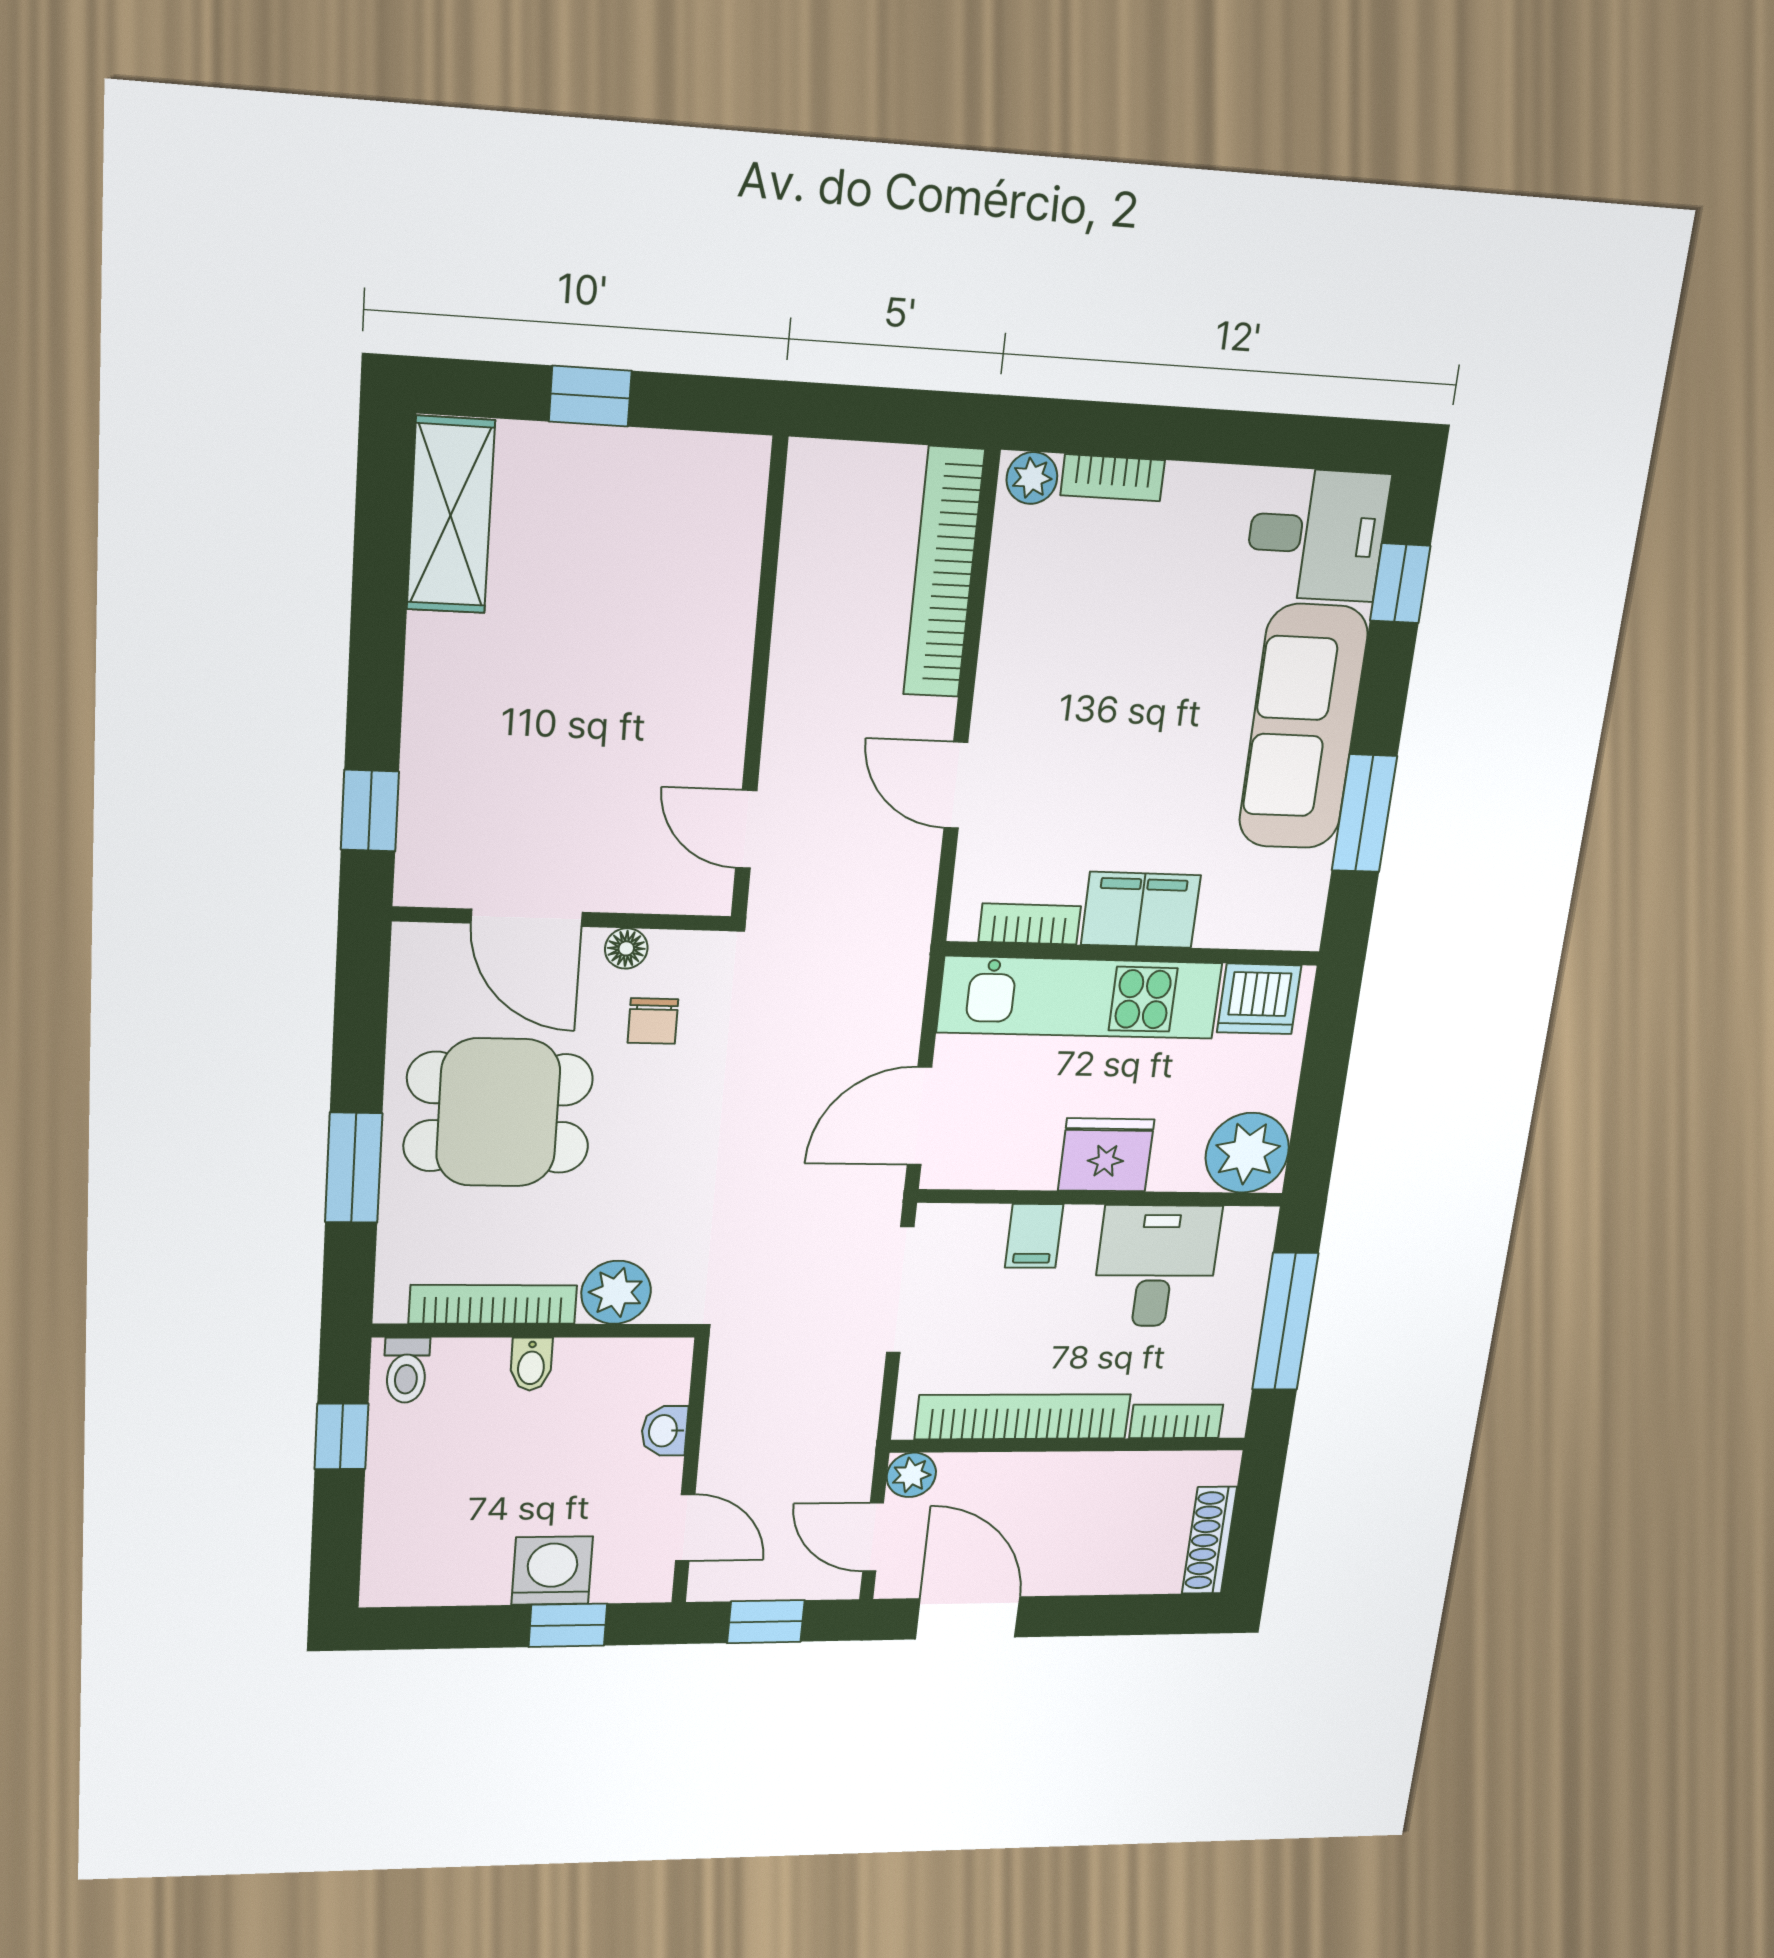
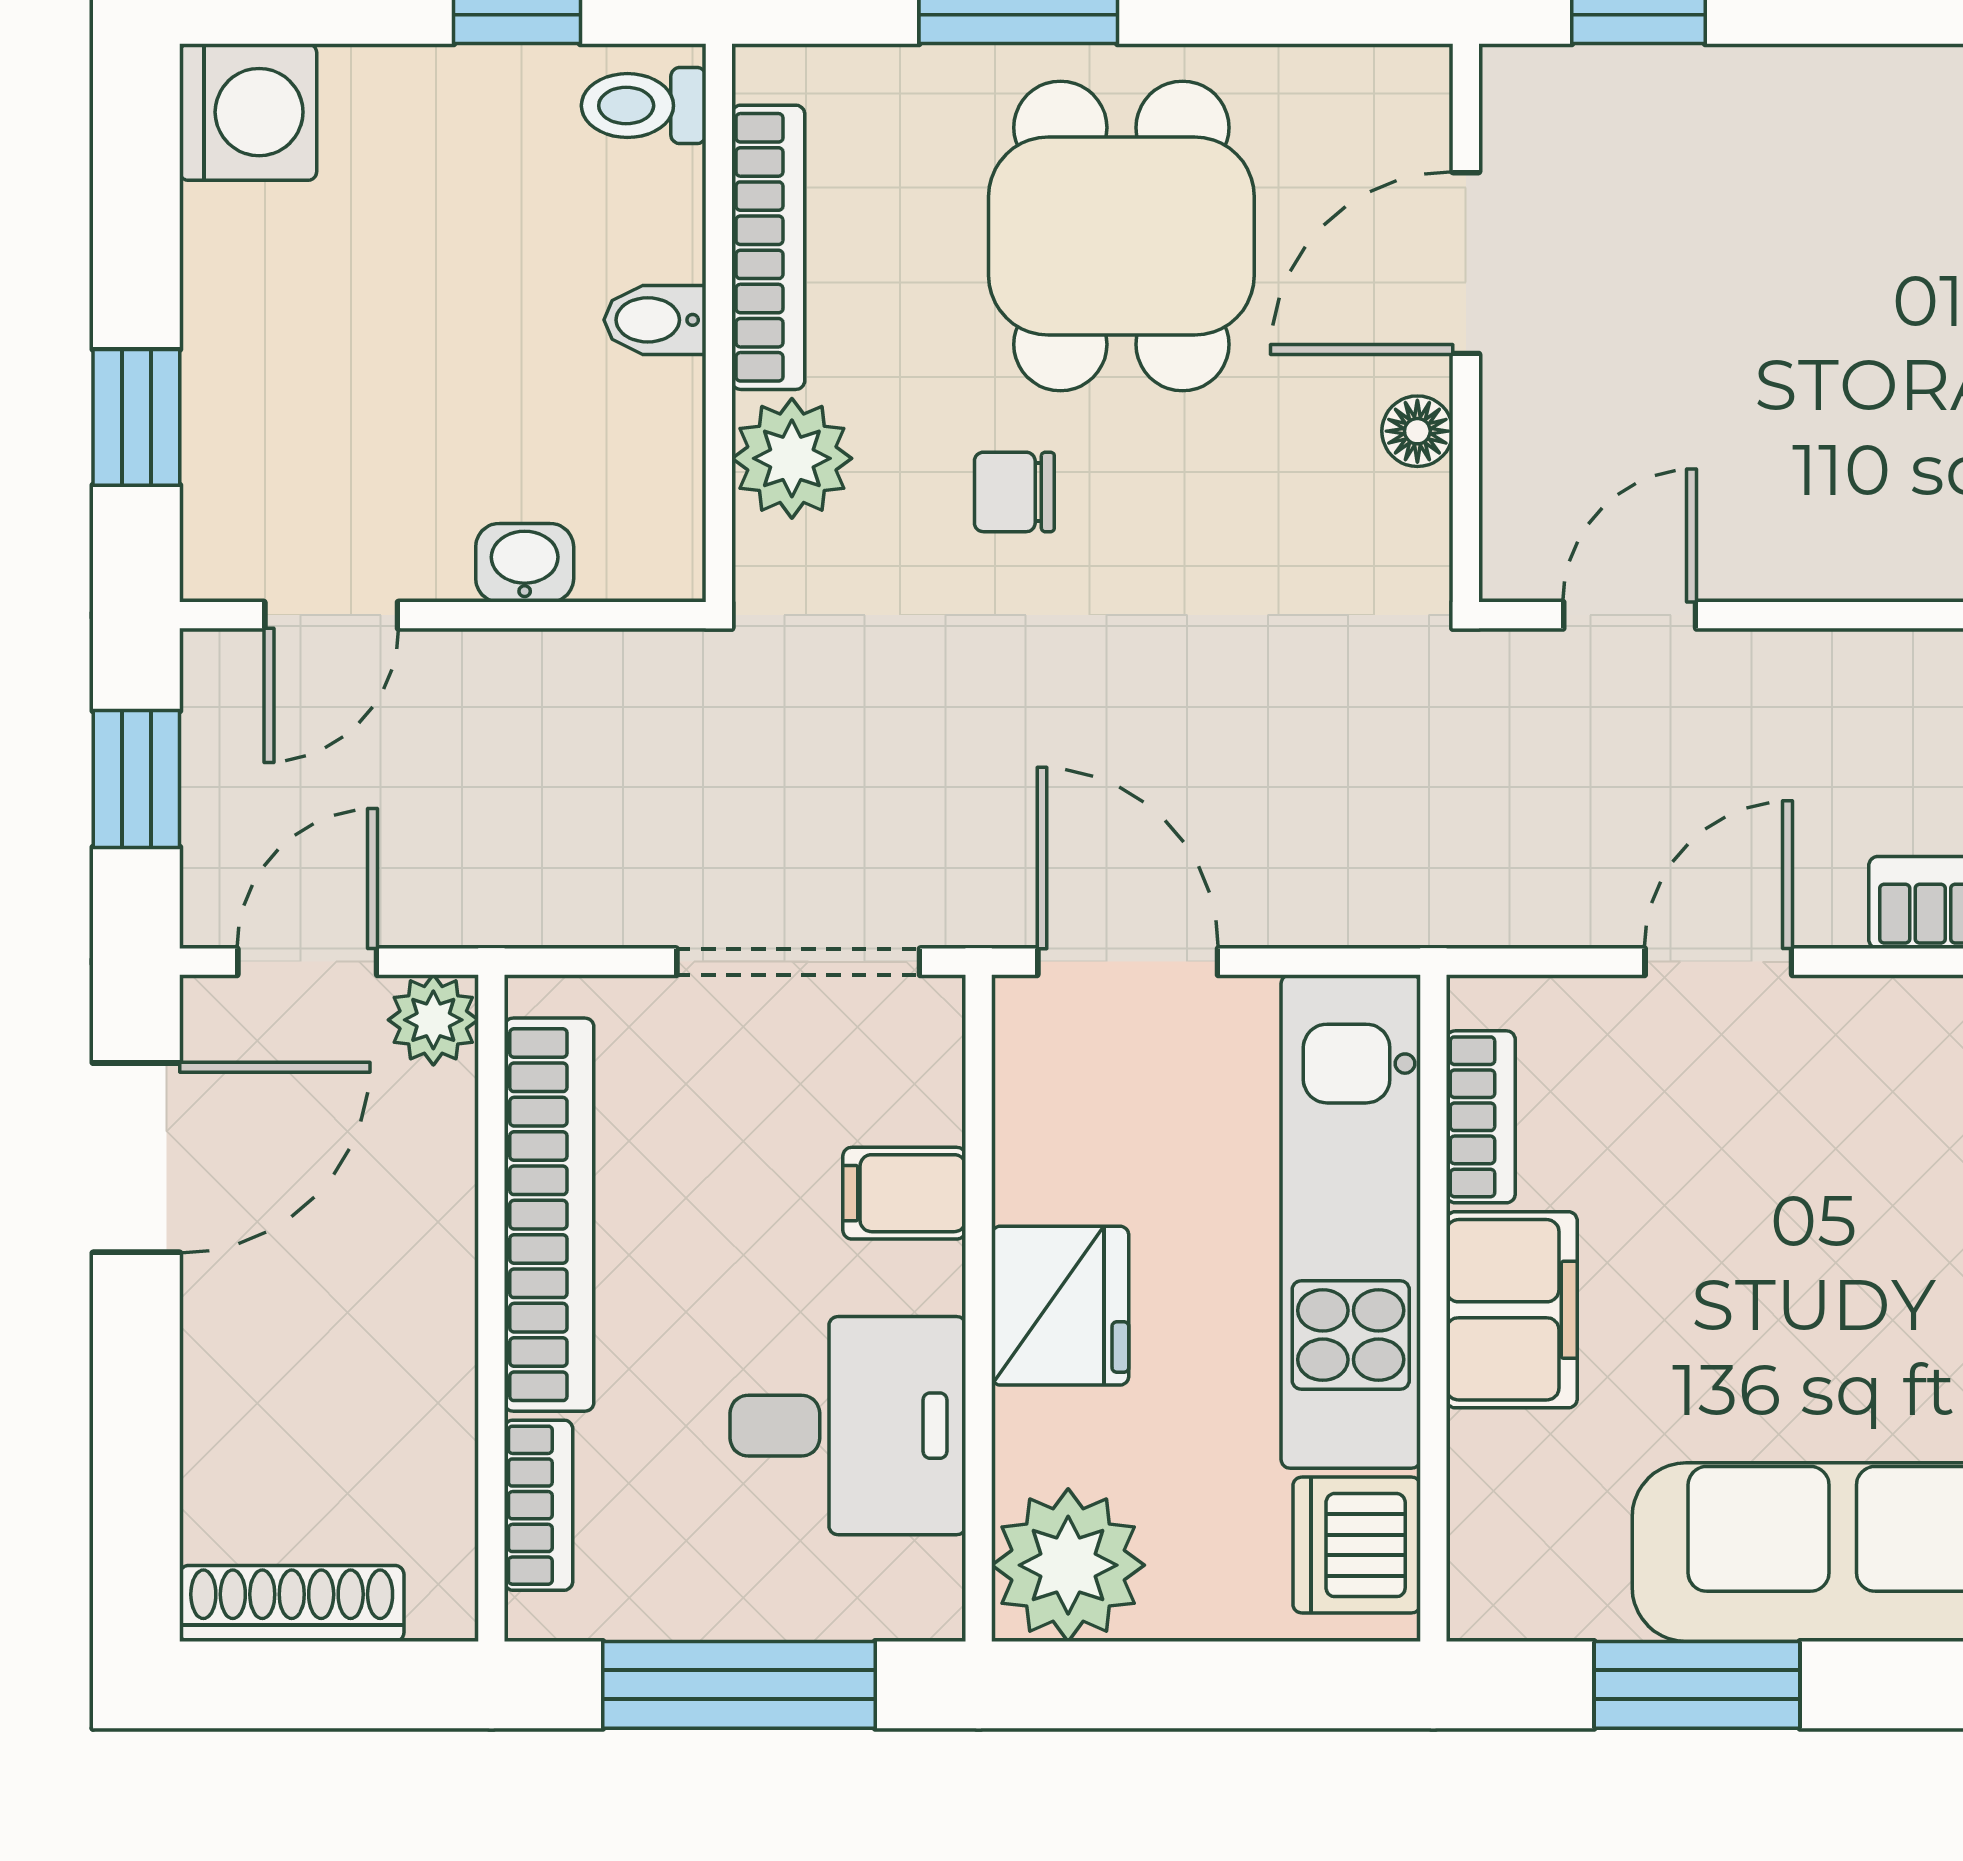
chair: (653, 1021) -> (1014, 492), moved
washing machine: (552, 1571) -> (248, 112), moved

